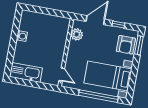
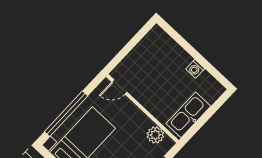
kitchen sink: (26, 72) -> (188, 115), moved, turned 180

